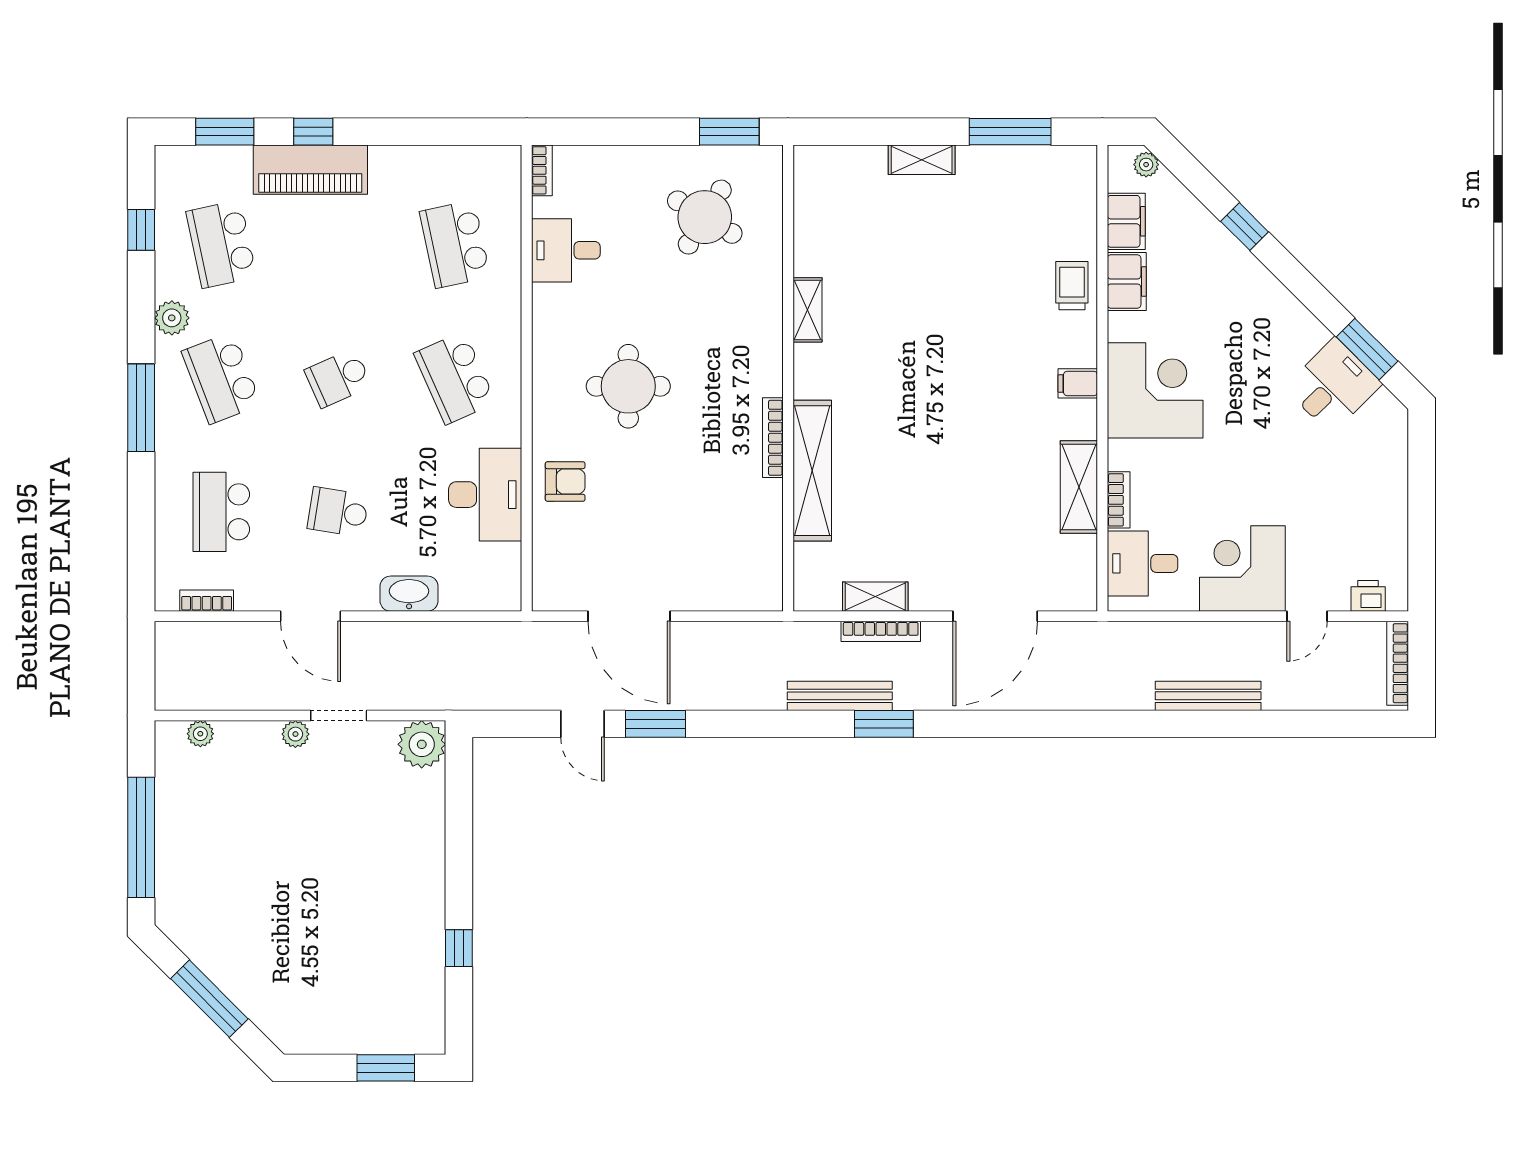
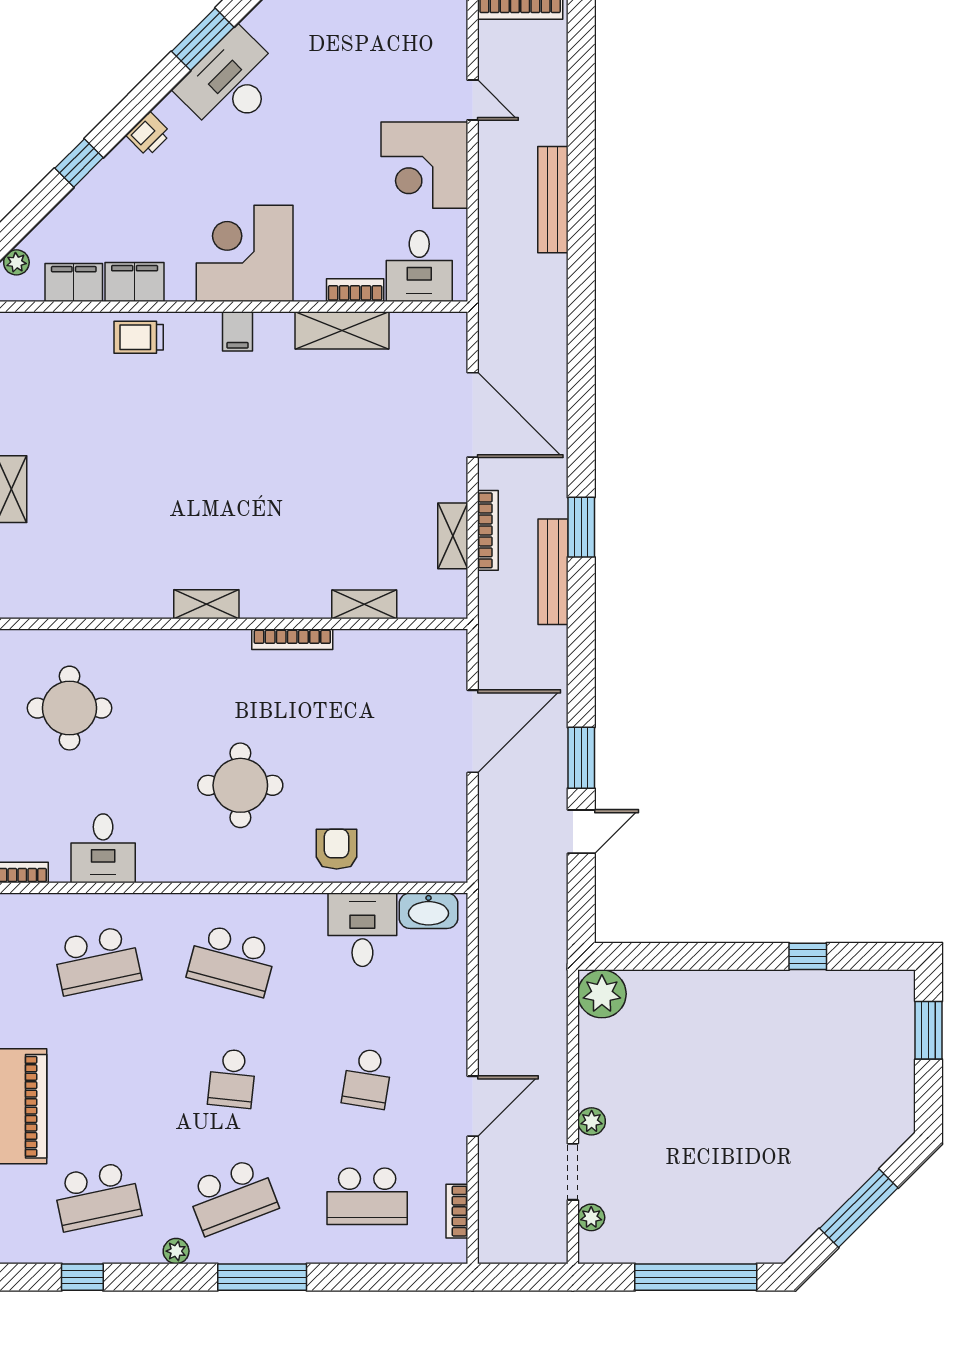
round table: (705, 217) -> (69, 708), turned -31
shelving: (808, 310) -> (206, 604), moved
plant: (172, 318) -> (176, 1251), width x0.73, depth x0.73
school desk: (338, 378) -> (232, 1078), turned 30
school desk: (455, 378) -> (232, 960), turned 39
desk: (1333, 386) -> (231, 83), width x1.37
shelving: (812, 471) -> (364, 604), width x0.45, depth x0.75
desk: (485, 495) -> (362, 930), width x0.73
washbasin: (409, 594) -> (429, 911), moved, turned -90
printer: (1368, 596) -> (149, 134), moved, turned -135
door: (629, 616) -> (473, 731), moved
doorway: (339, 716) -> (573, 1172), moved

